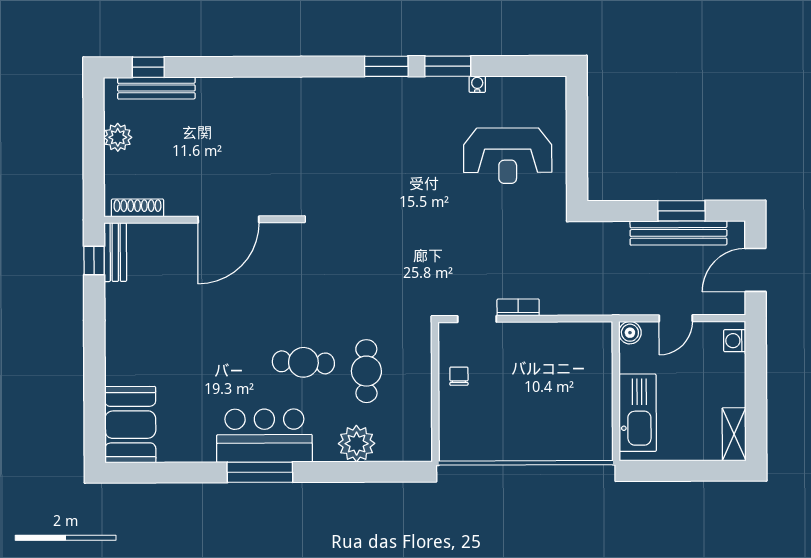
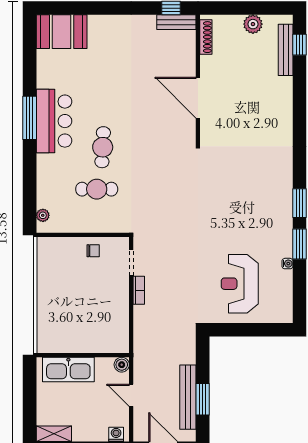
plant: (357, 444) -> (43, 215), moved, width x0.53, depth x0.53

